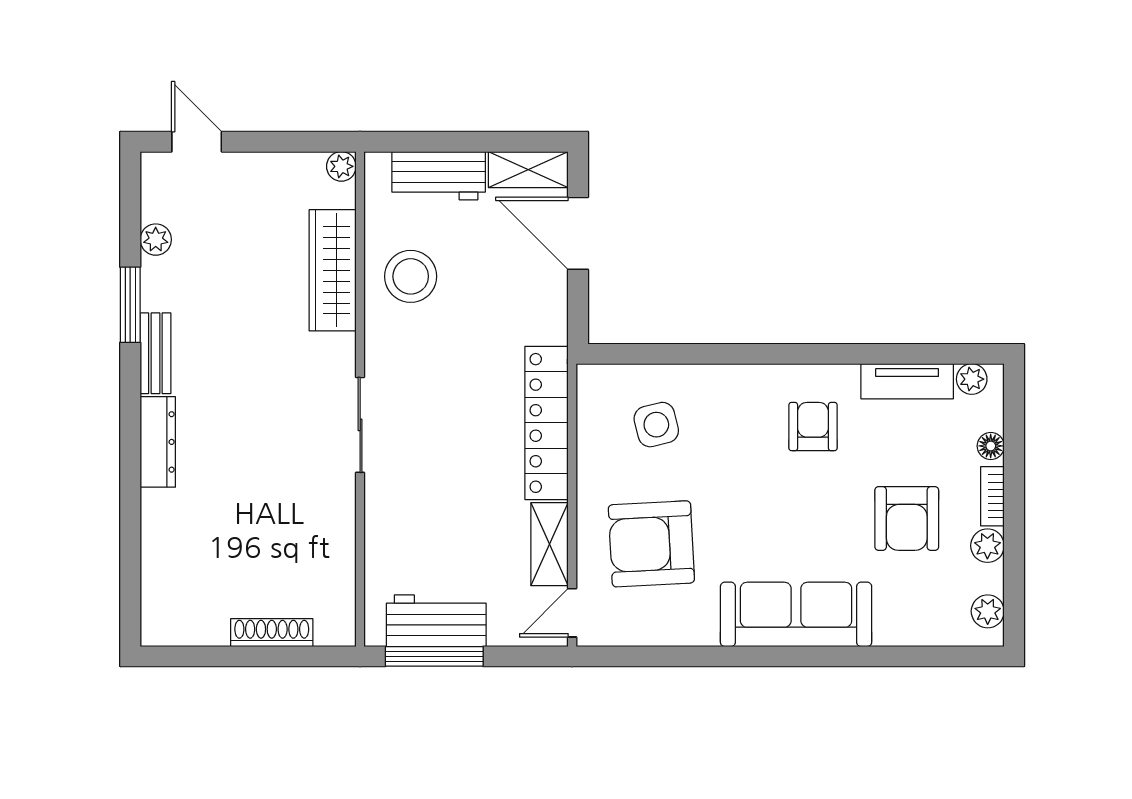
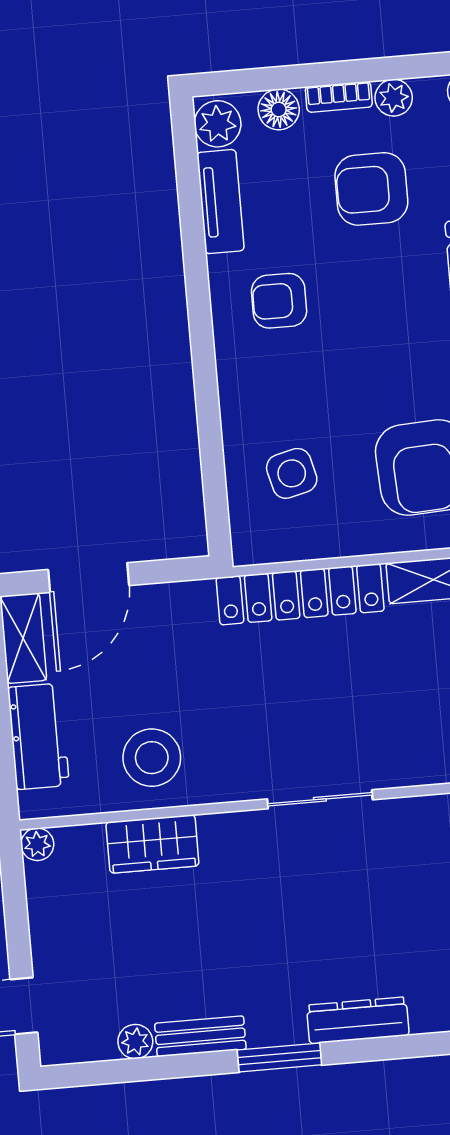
wardrobe: (333, 270) -> (152, 844), width x0.67
window: (130, 305) -> (279, 1057), moved
bench: (155, 353) -> (200, 1036), moved
plant: (972, 379) -> (218, 124), width x1.38, depth x1.38
floor lamp: (991, 446) -> (279, 109), width x1.37, depth x1.37
armchair: (907, 519) -> (371, 189), turned 180

